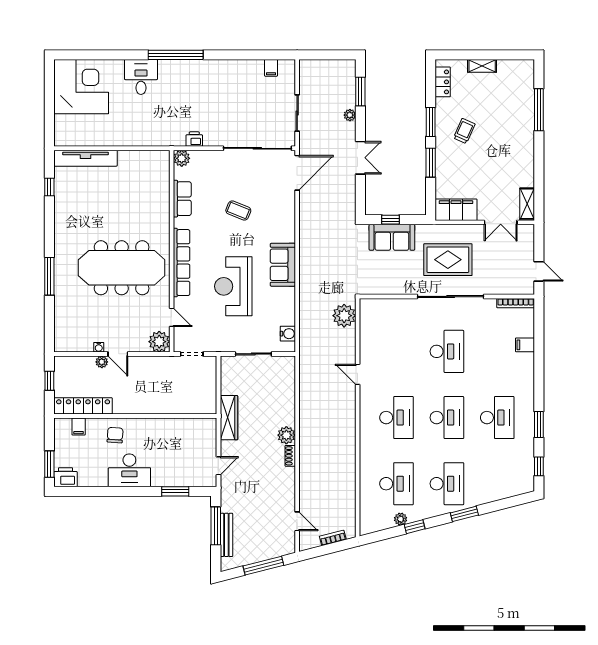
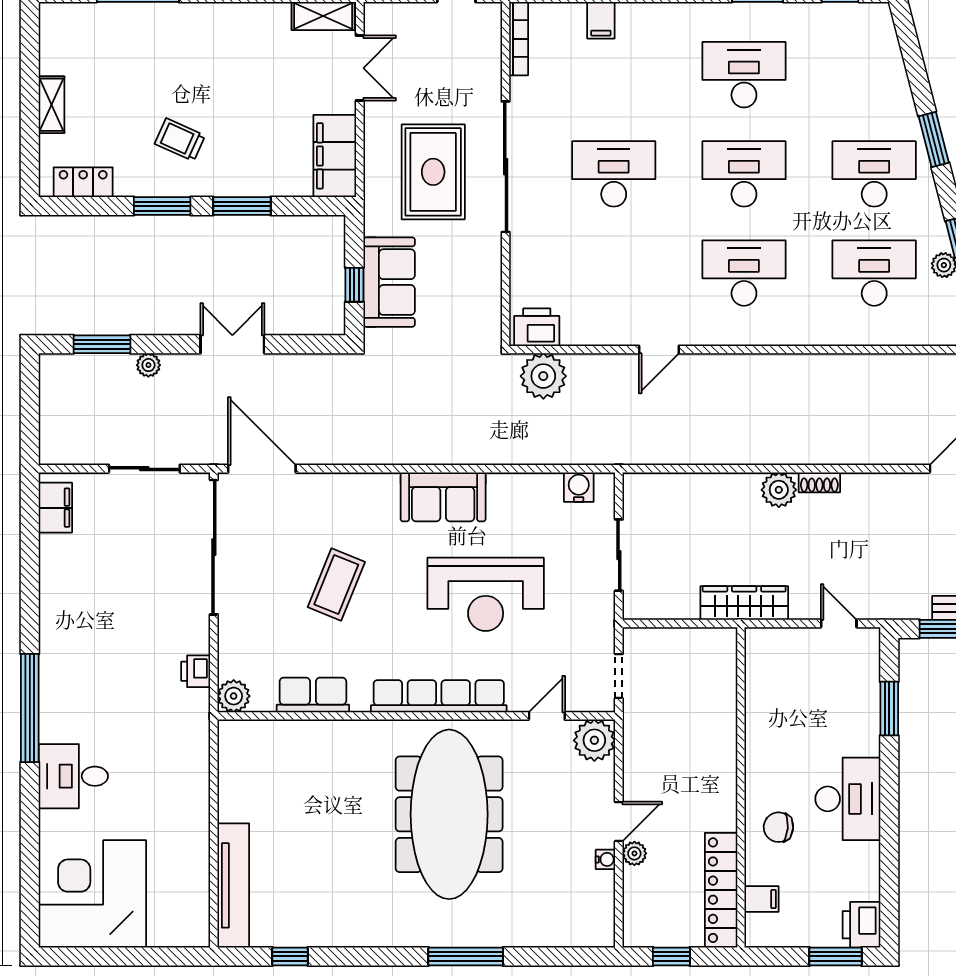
filing cabinet: (271, 68) -> (55, 508), width x2.00
coffee table: (238, 211) -> (336, 585), width x1.36, depth x1.30
printer: (369, 312) -> (537, 327), added

